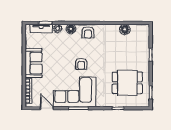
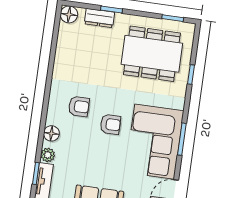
floor lamp: (125, 29) -> (69, 14), moved
armchair: (88, 32) -> (79, 106), moved
dresser: (145, 48) -> (99, 18), added
dining table: (127, 83) -> (152, 54), width x1.38

